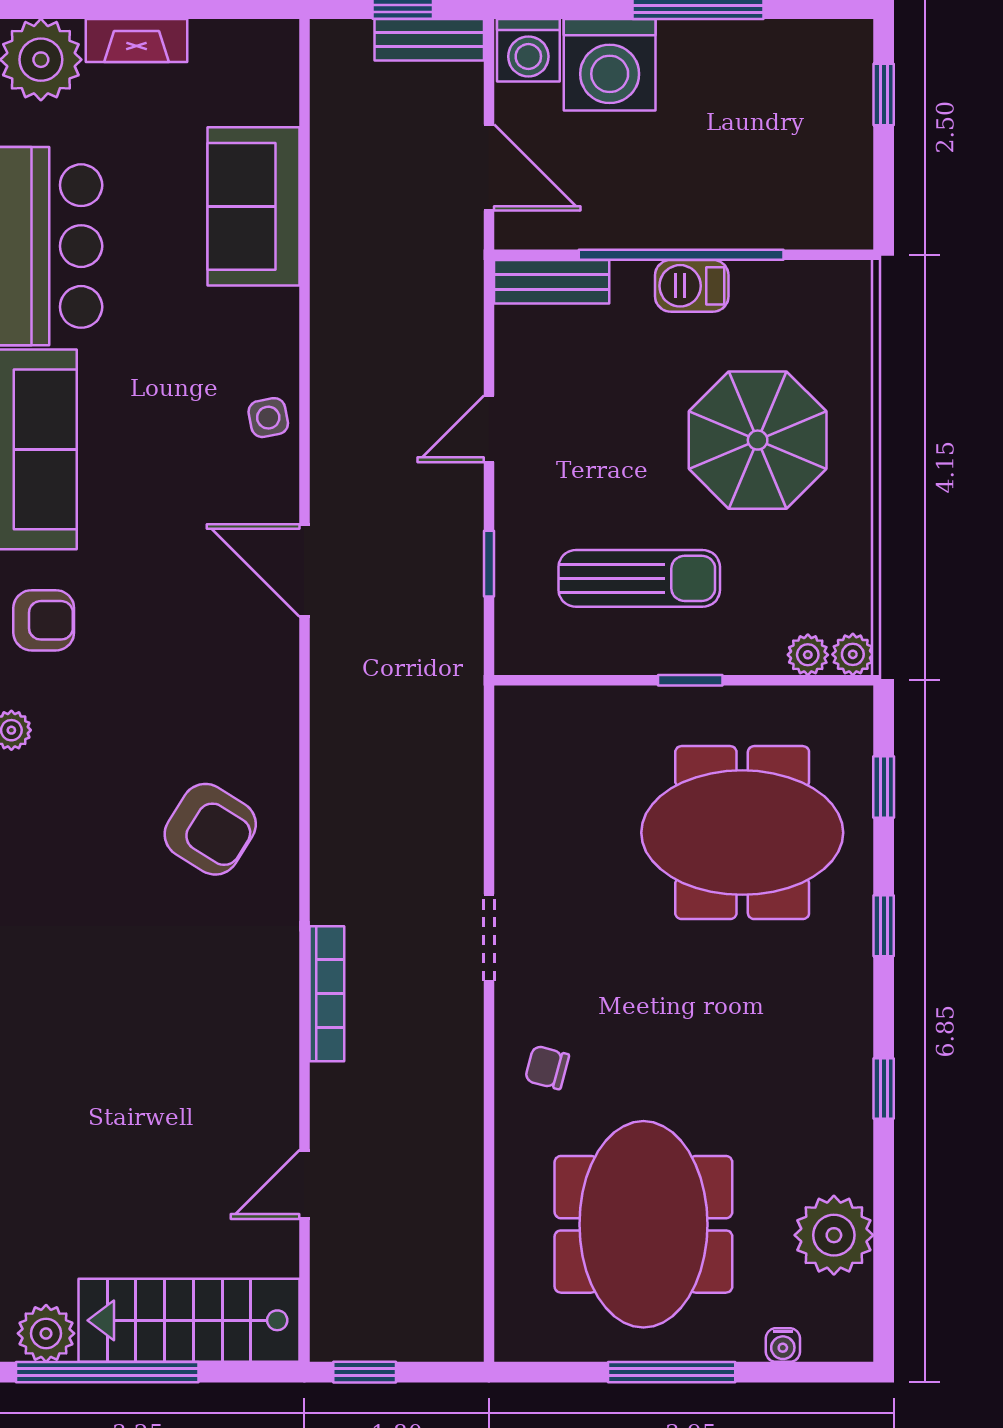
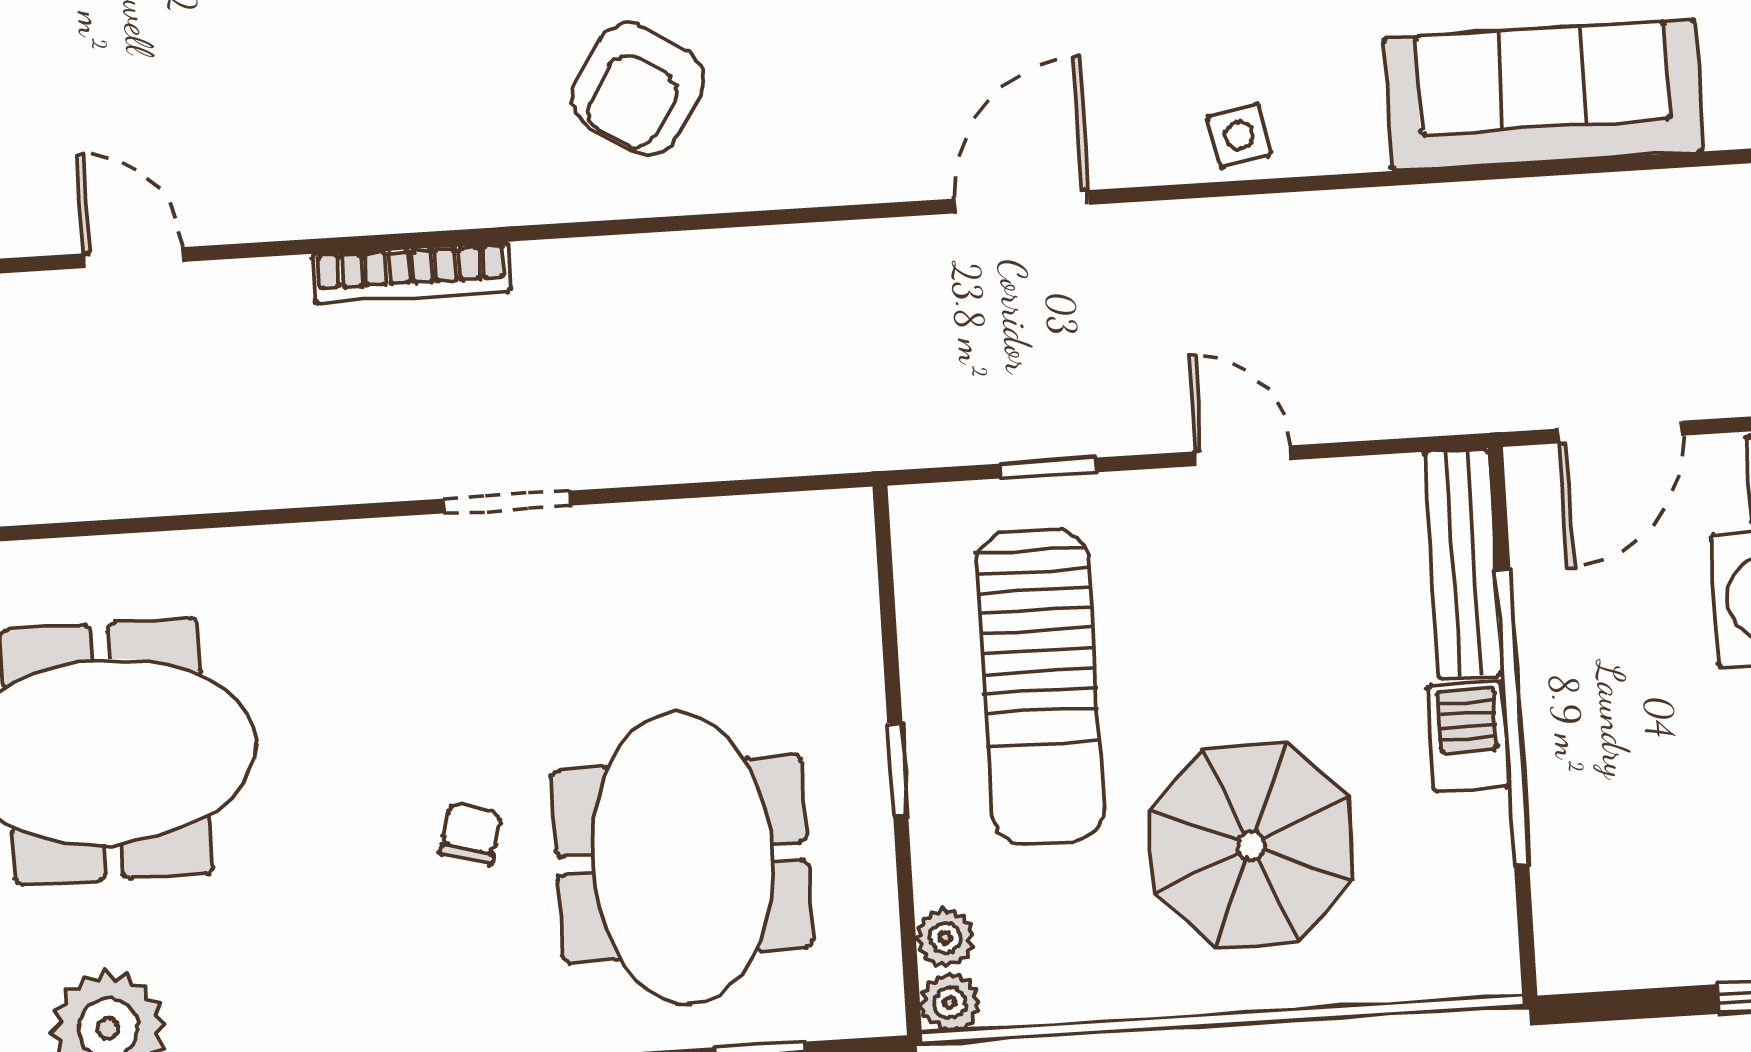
sofa: (253, 206) -> (1543, 95), width x1.36
bench: (552, 282) -> (1463, 563), width x1.36
sun lounger: (639, 578) -> (1040, 687), width x1.36, depth x1.34
chair: (547, 1067) -> (470, 833), moved

